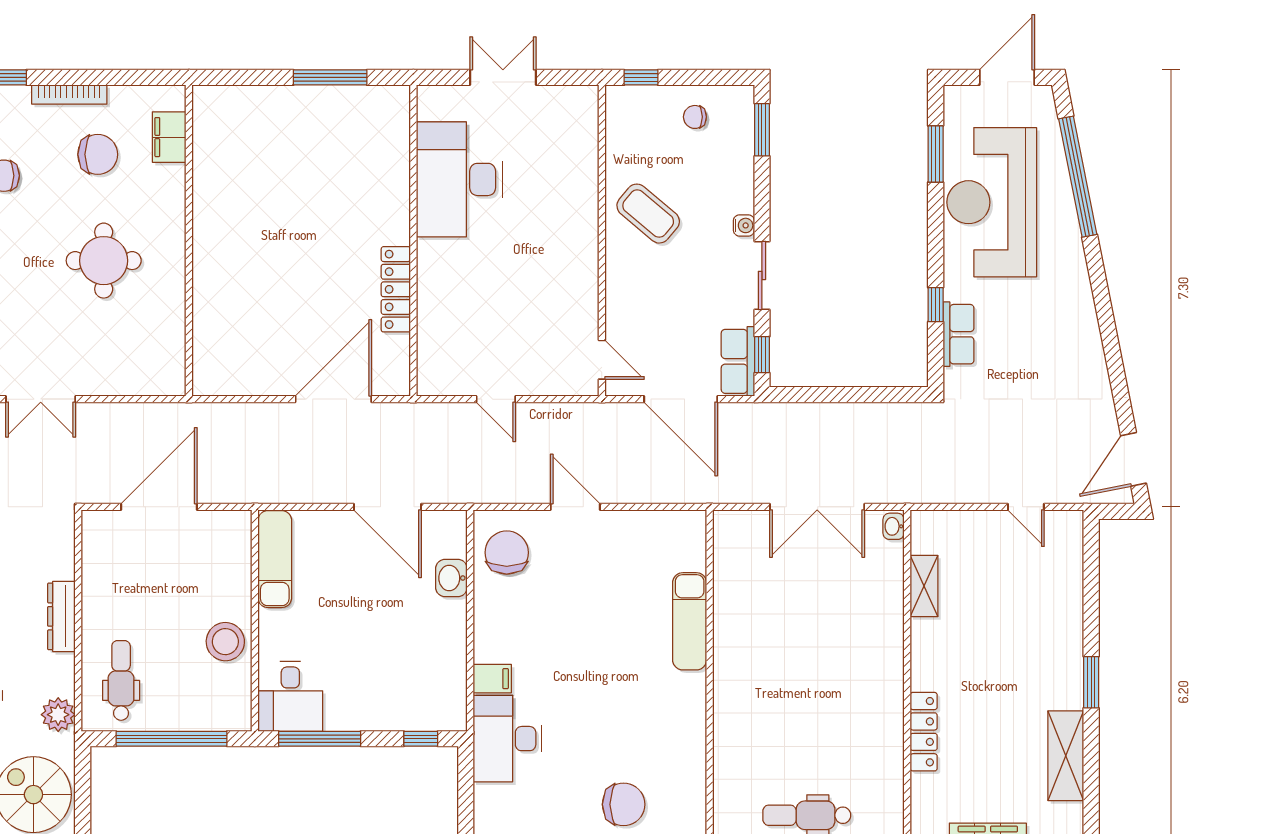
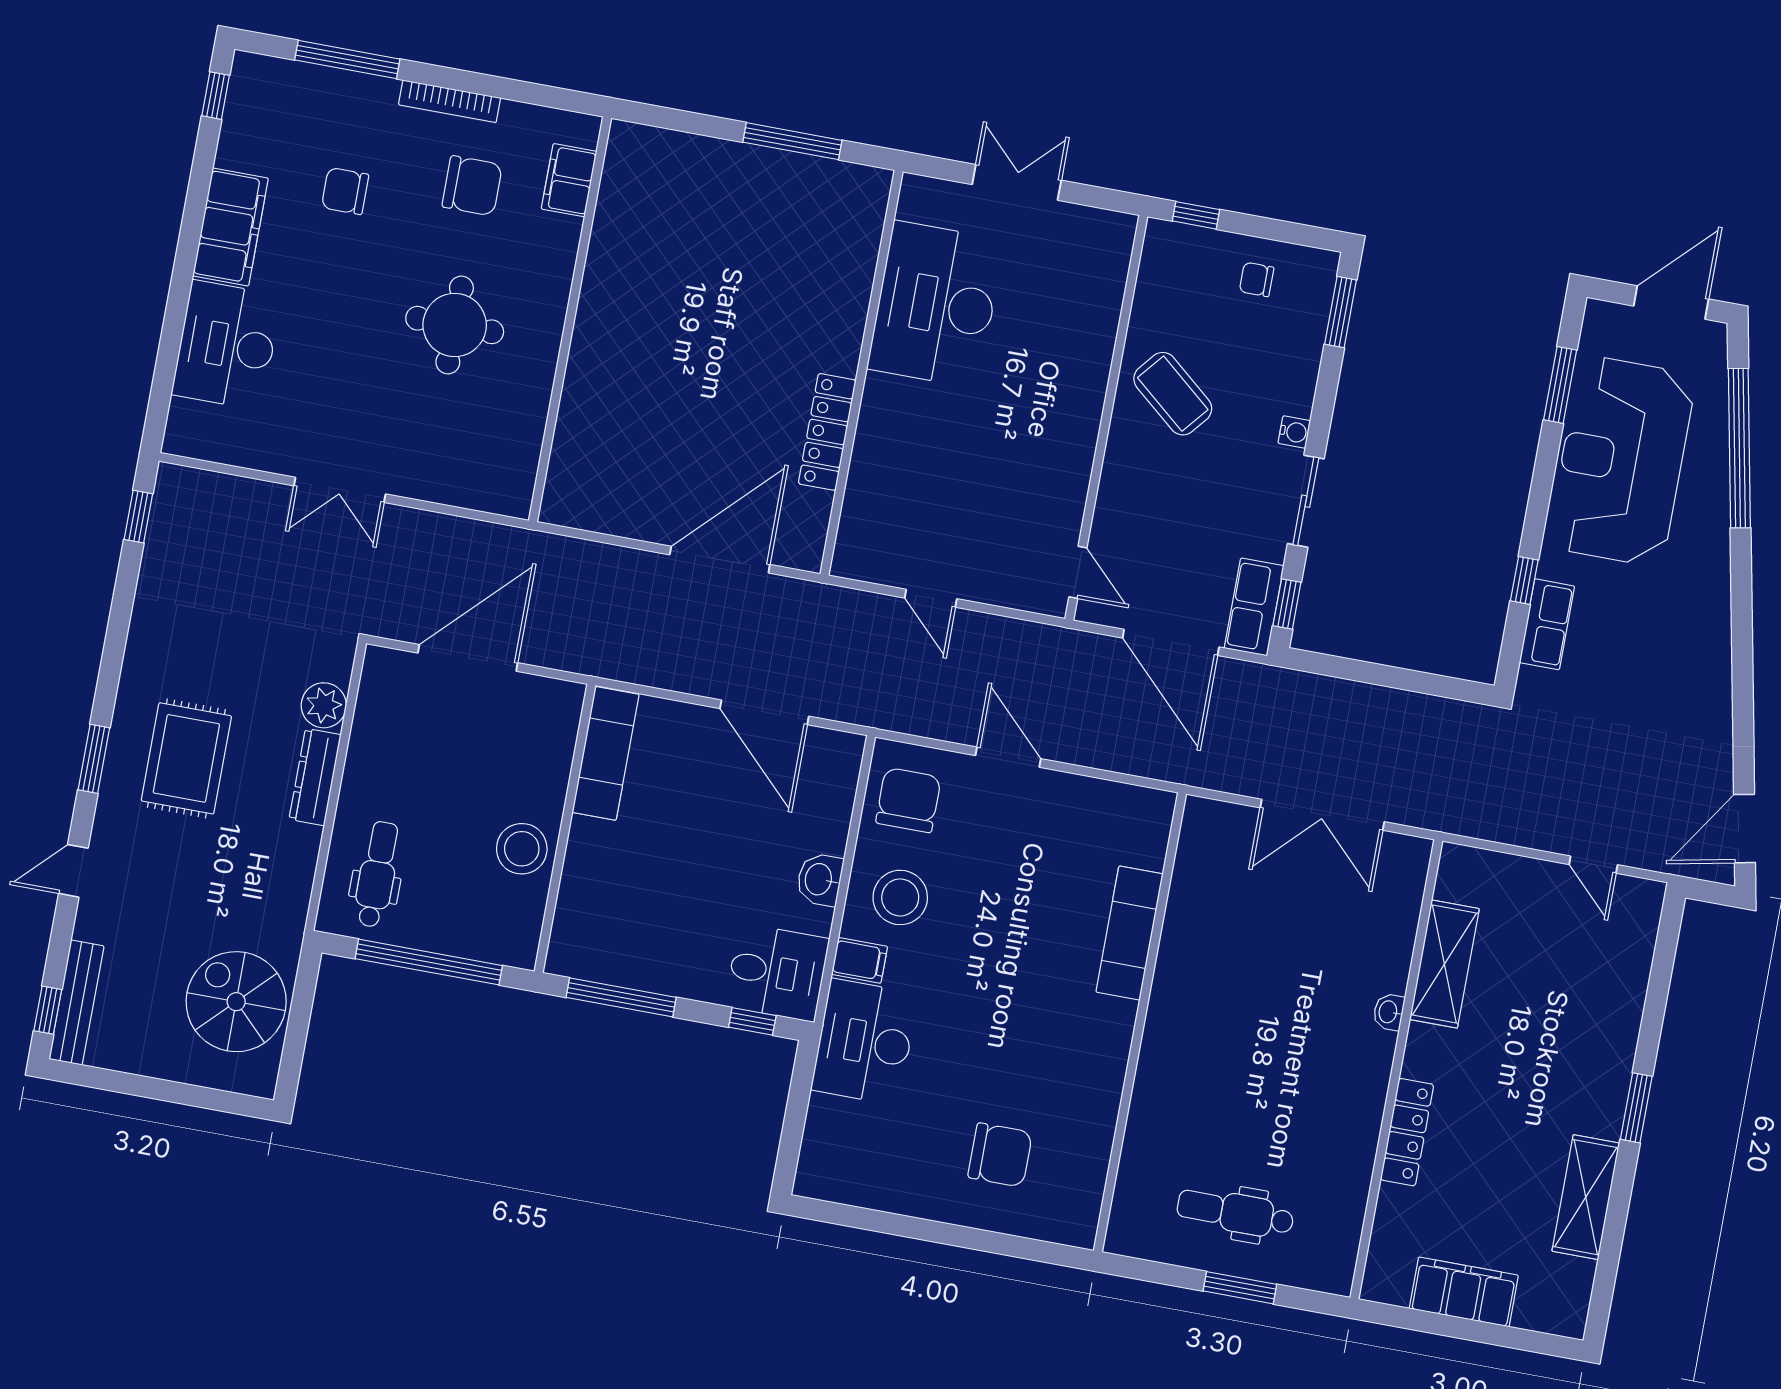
washbasin: (894, 526) -> (1389, 1012), moved
washbasin: (451, 578) -> (820, 879), moved
shelving: (924, 586) -> (1444, 964), width x1.50, depth x1.33
stool: (514, 626) -> (900, 897), added
desk: (290, 696) -> (777, 972), moved, turned -90
plant: (58, 715) -> (324, 705), moved

